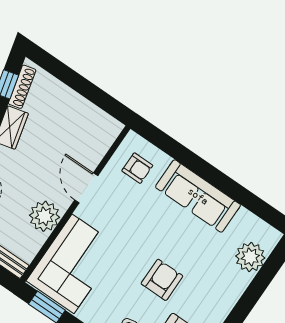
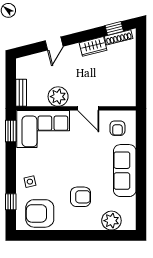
door: (86, 188) -> (88, 108), swing flipped
armchair: (162, 280) -> (80, 197), moved

